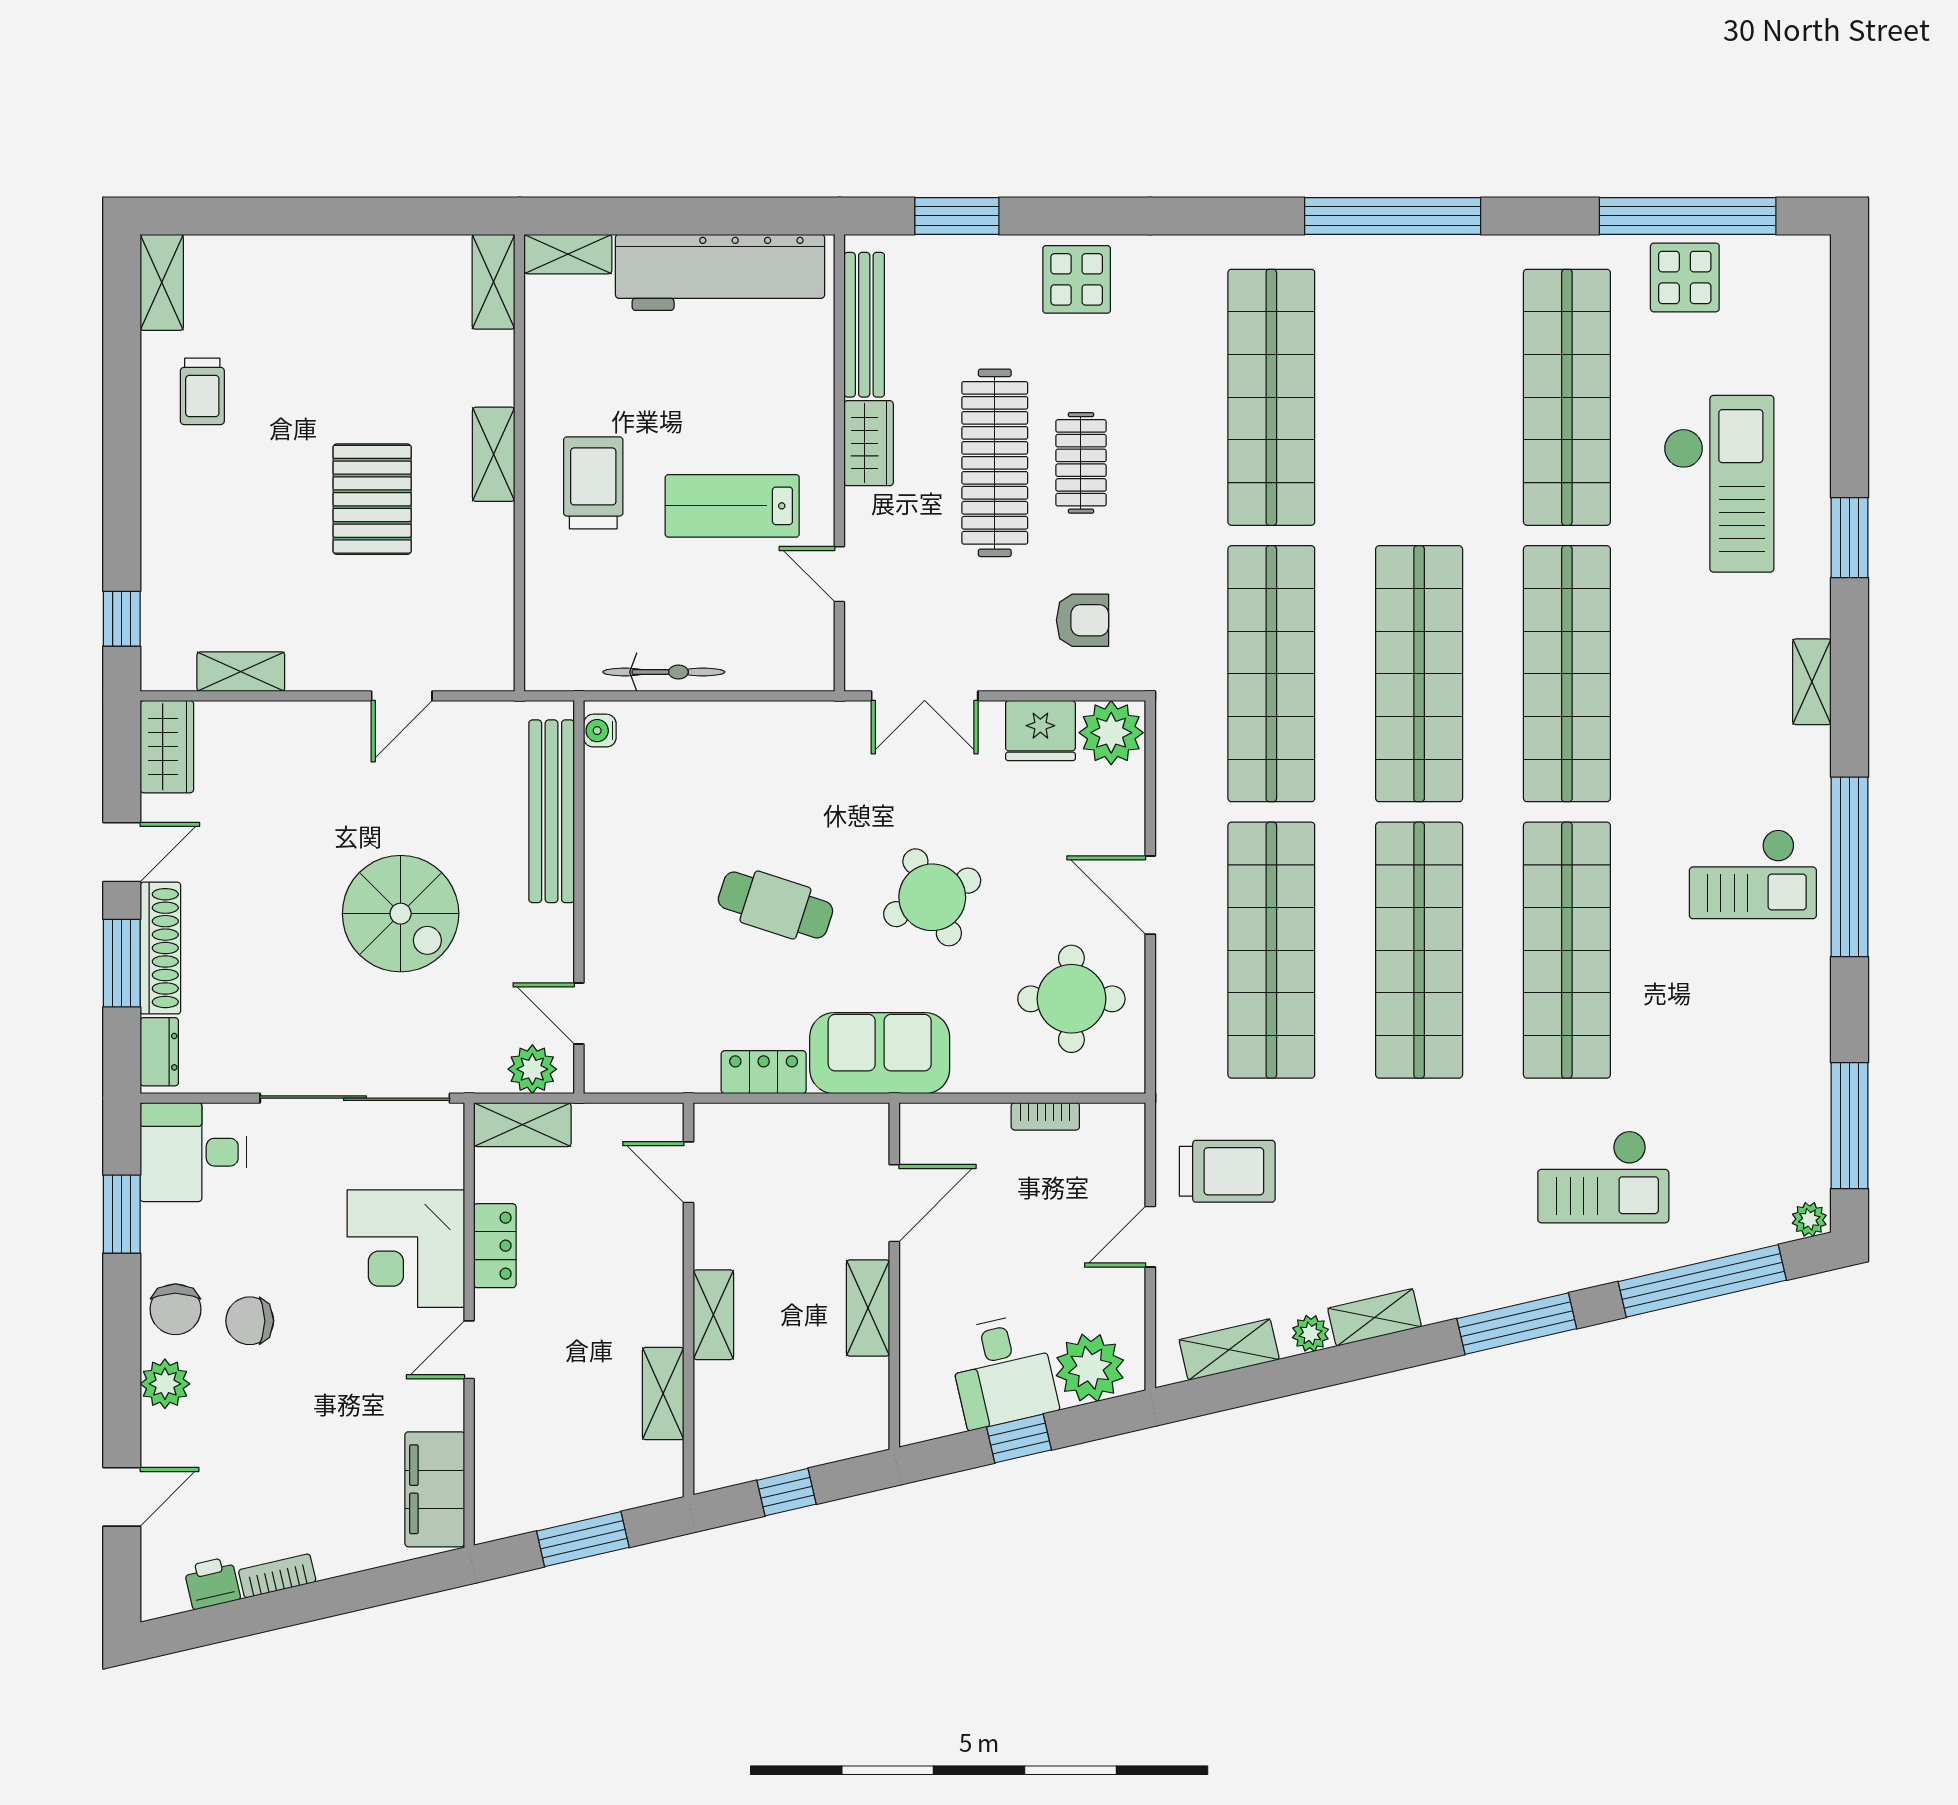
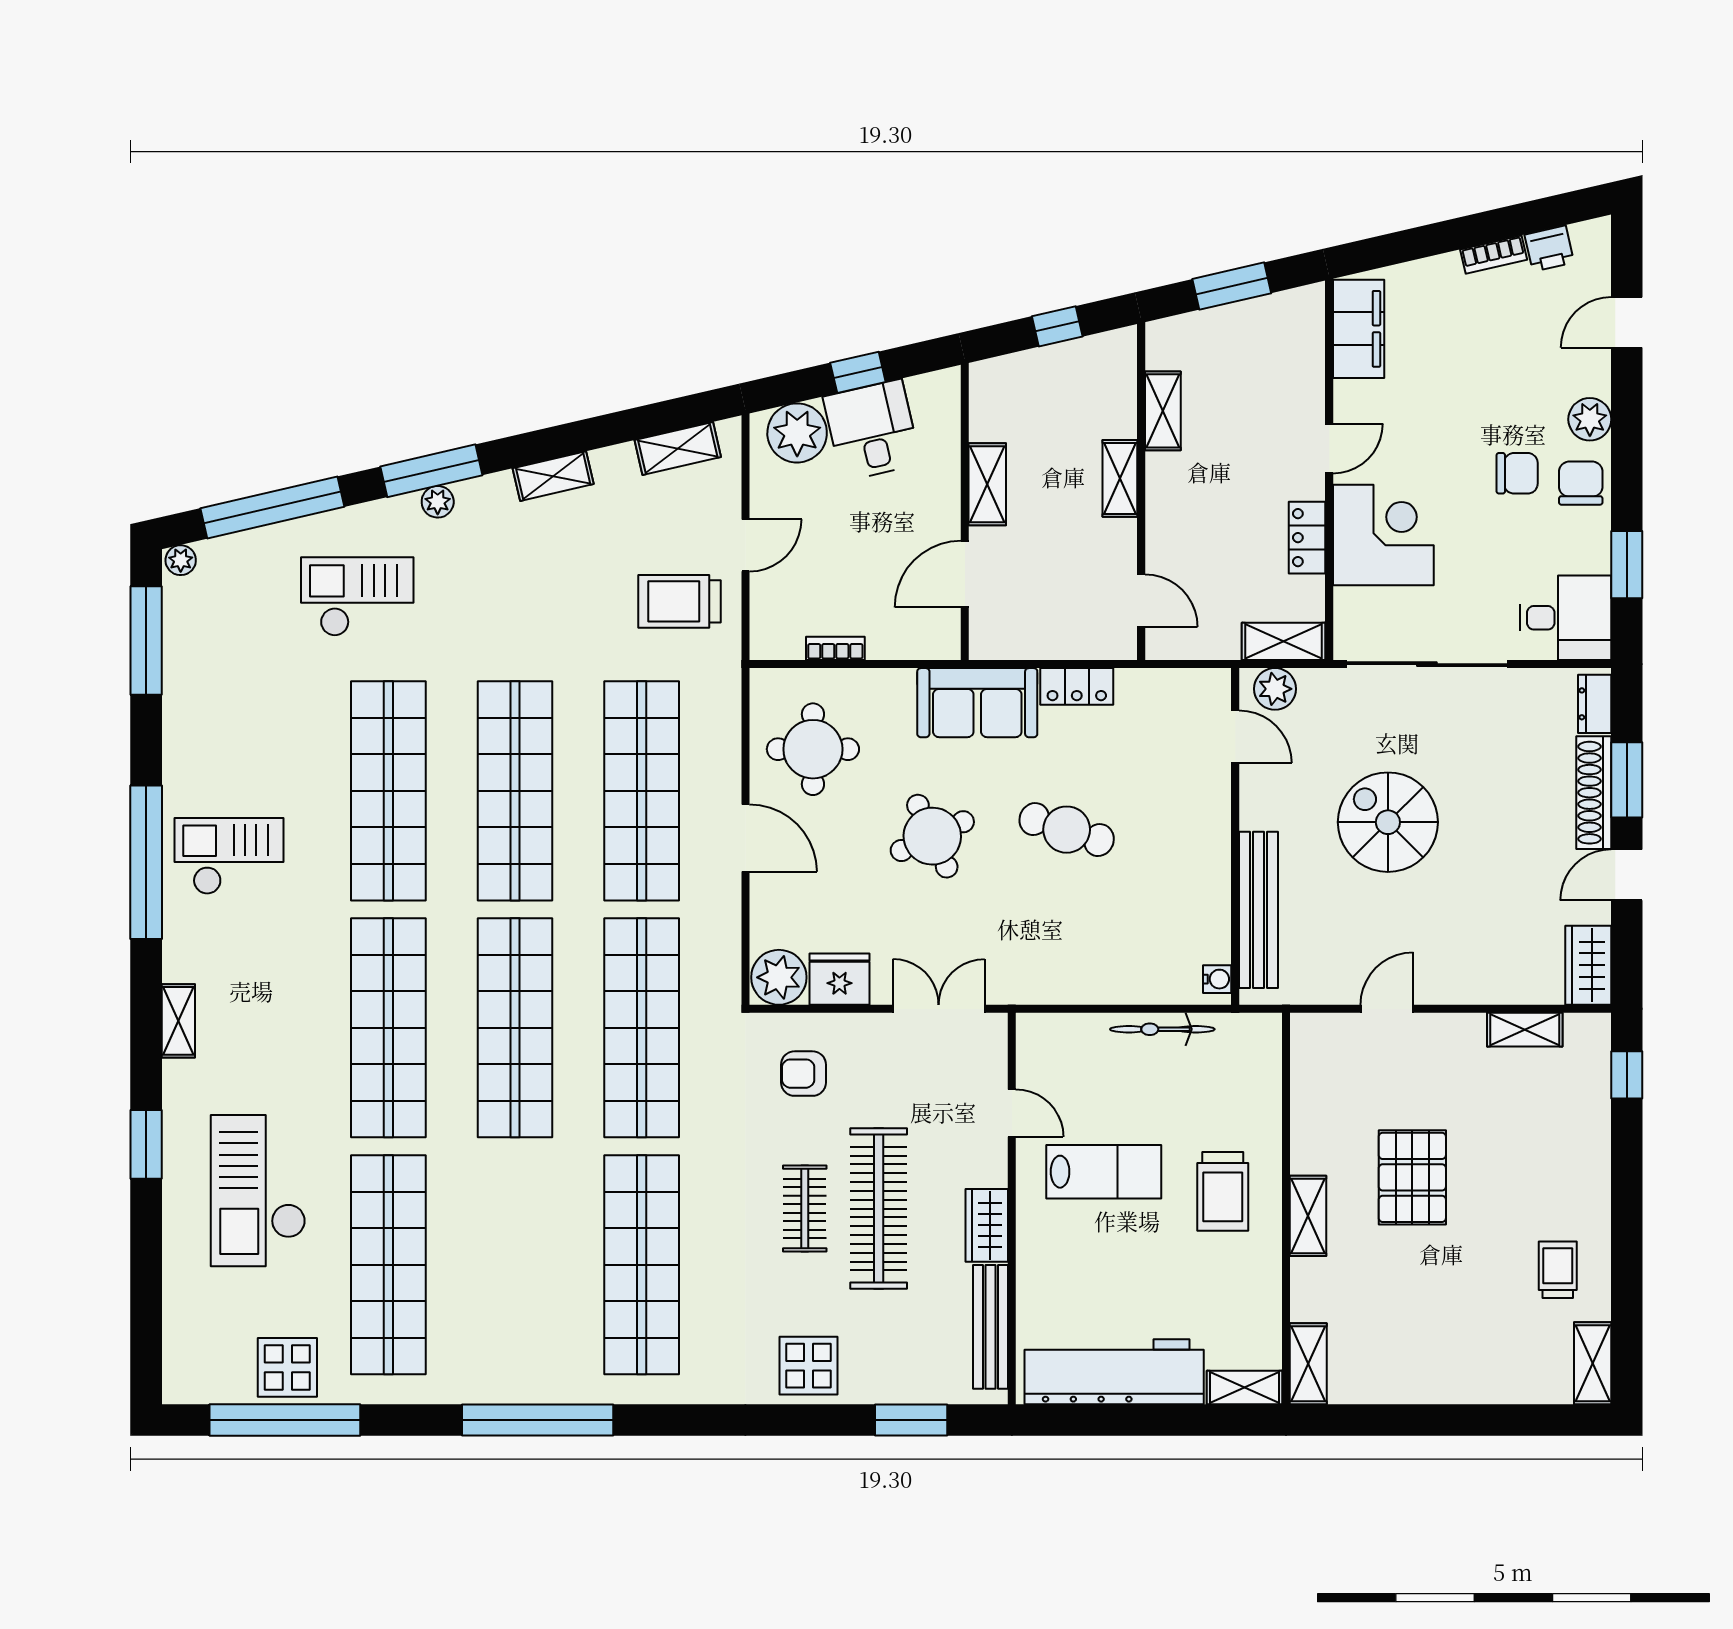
plant: (1310, 1333) -> (438, 502), moved

